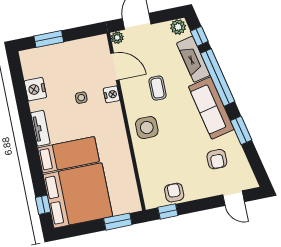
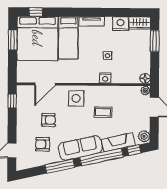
floor lamp: (101, 42) -> (145, 78), added
wardrobe: (29, 64) -> (140, 23), added
door: (115, 67) -> (45, 84), moved
window: (241, 130) -> (60, 166), width x1.44
armchair: (174, 193) -> (48, 120), moved
window: (118, 222) -> (13, 40), moved

